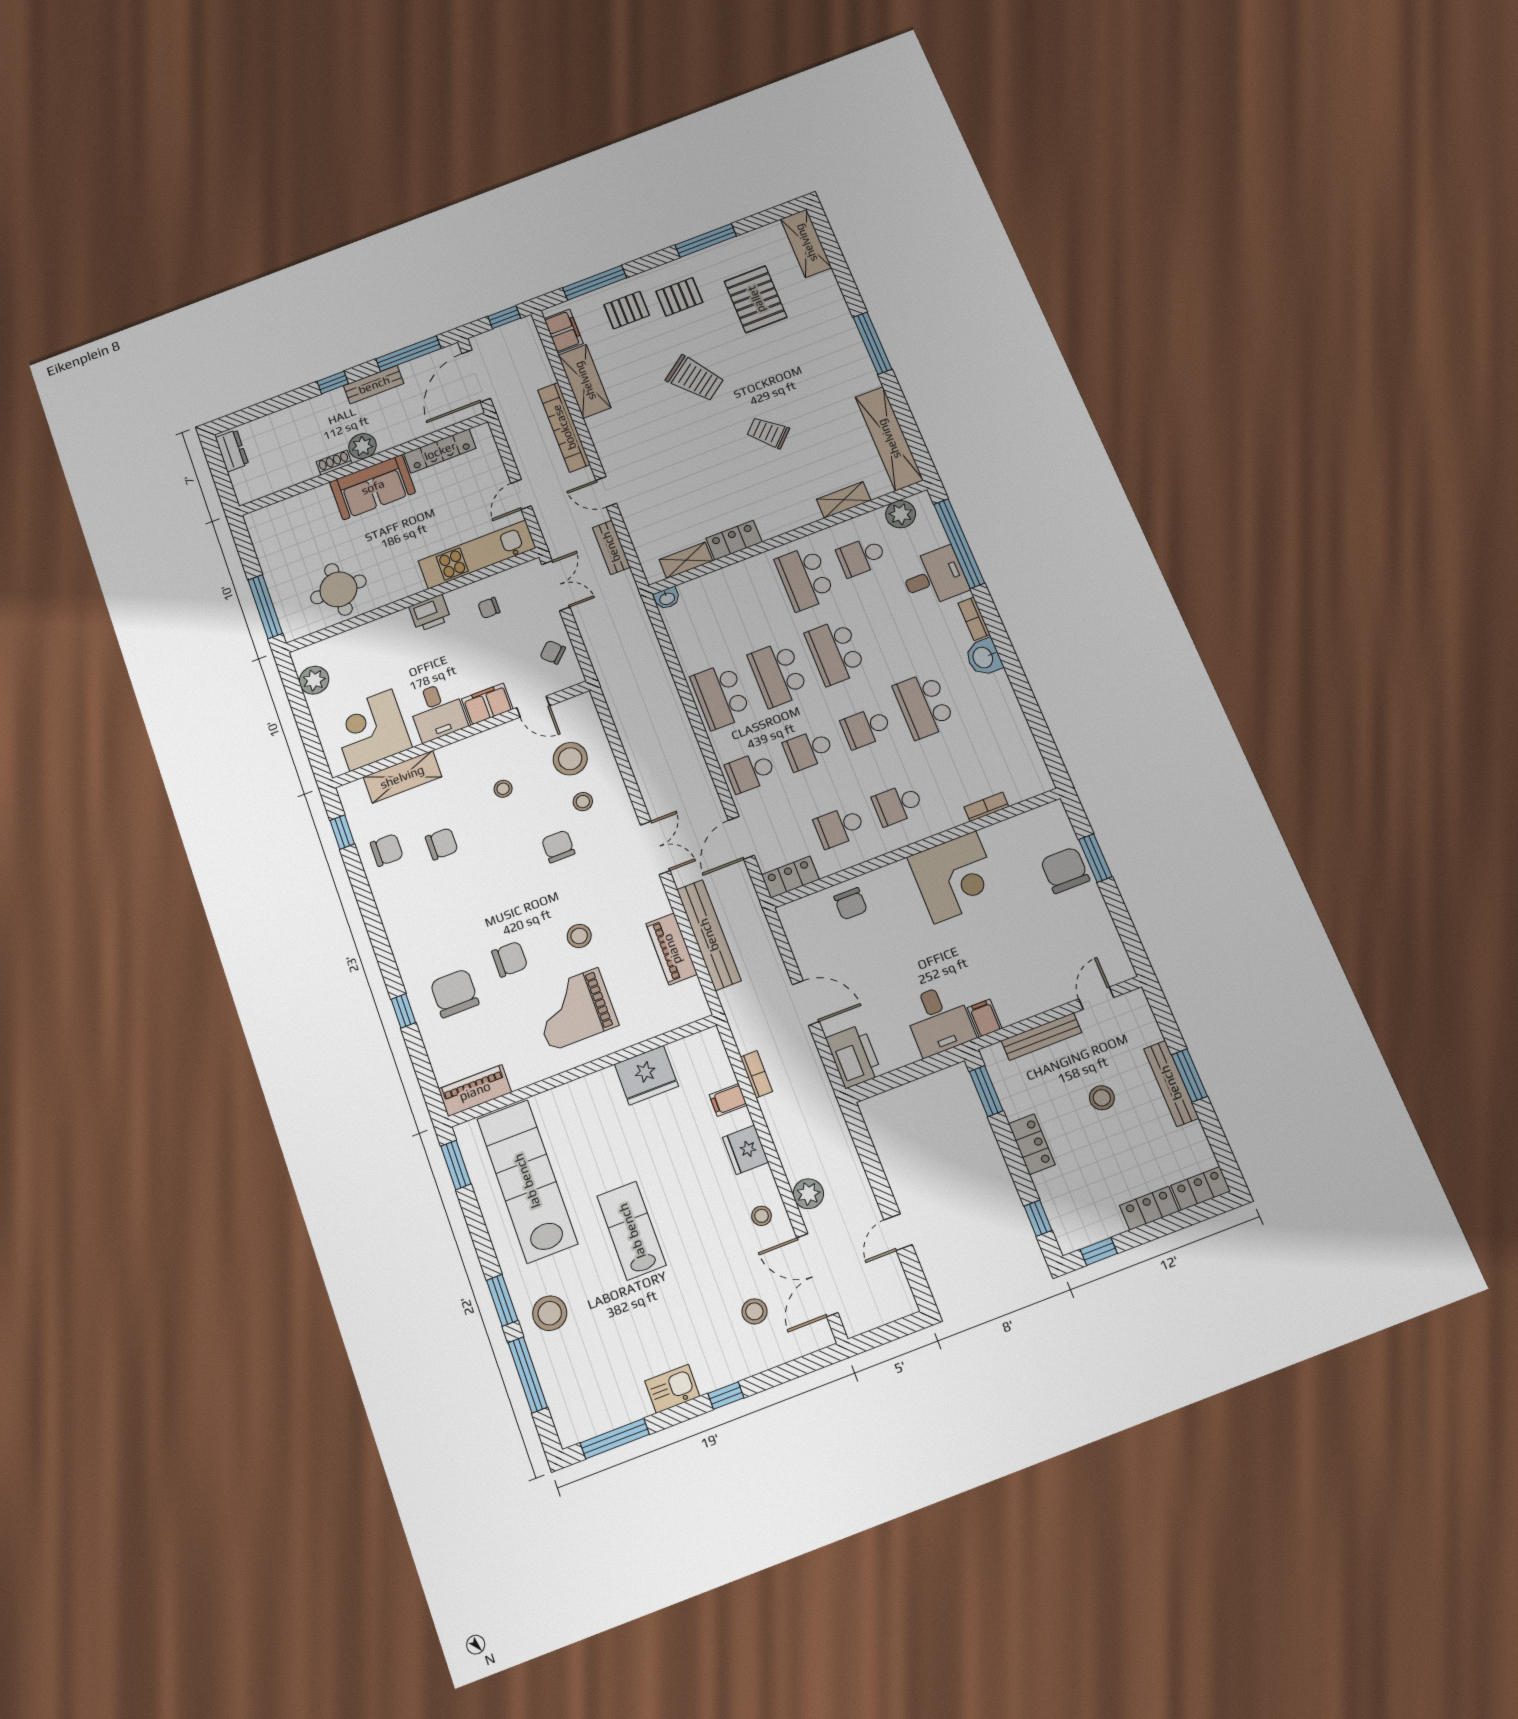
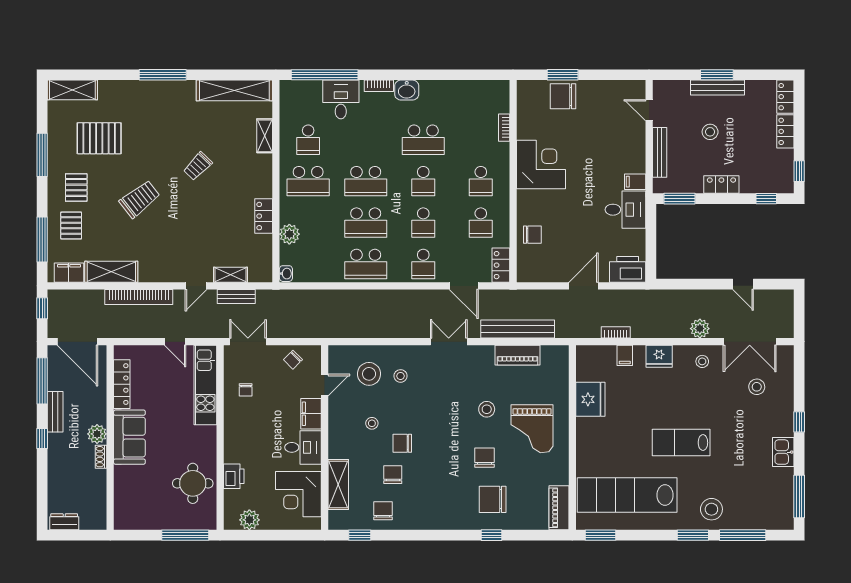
plant: (901, 514) -> (289, 234), moved
shelving: (686, 560) -> (231, 275), moved, turned 90
printer: (430, 613) -> (234, 476), moved
chair: (558, 846) -> (402, 443), moved

